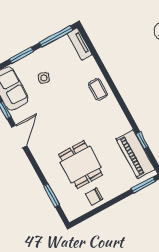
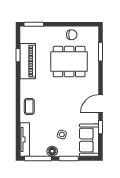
tv unit: (80, 44) -> (25, 139), width x1.41
floor lamp: (44, 53) -> (52, 151), added
piano: (135, 154) -> (28, 61), moved
dining table: (81, 165) -> (69, 62), width x1.38

